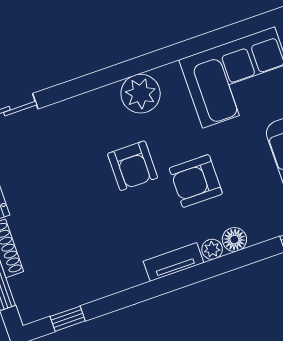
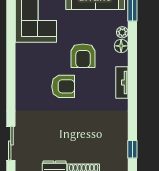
plant: (141, 94) -> (26, 69), removed
plant: (212, 249) -> (122, 32), moved

